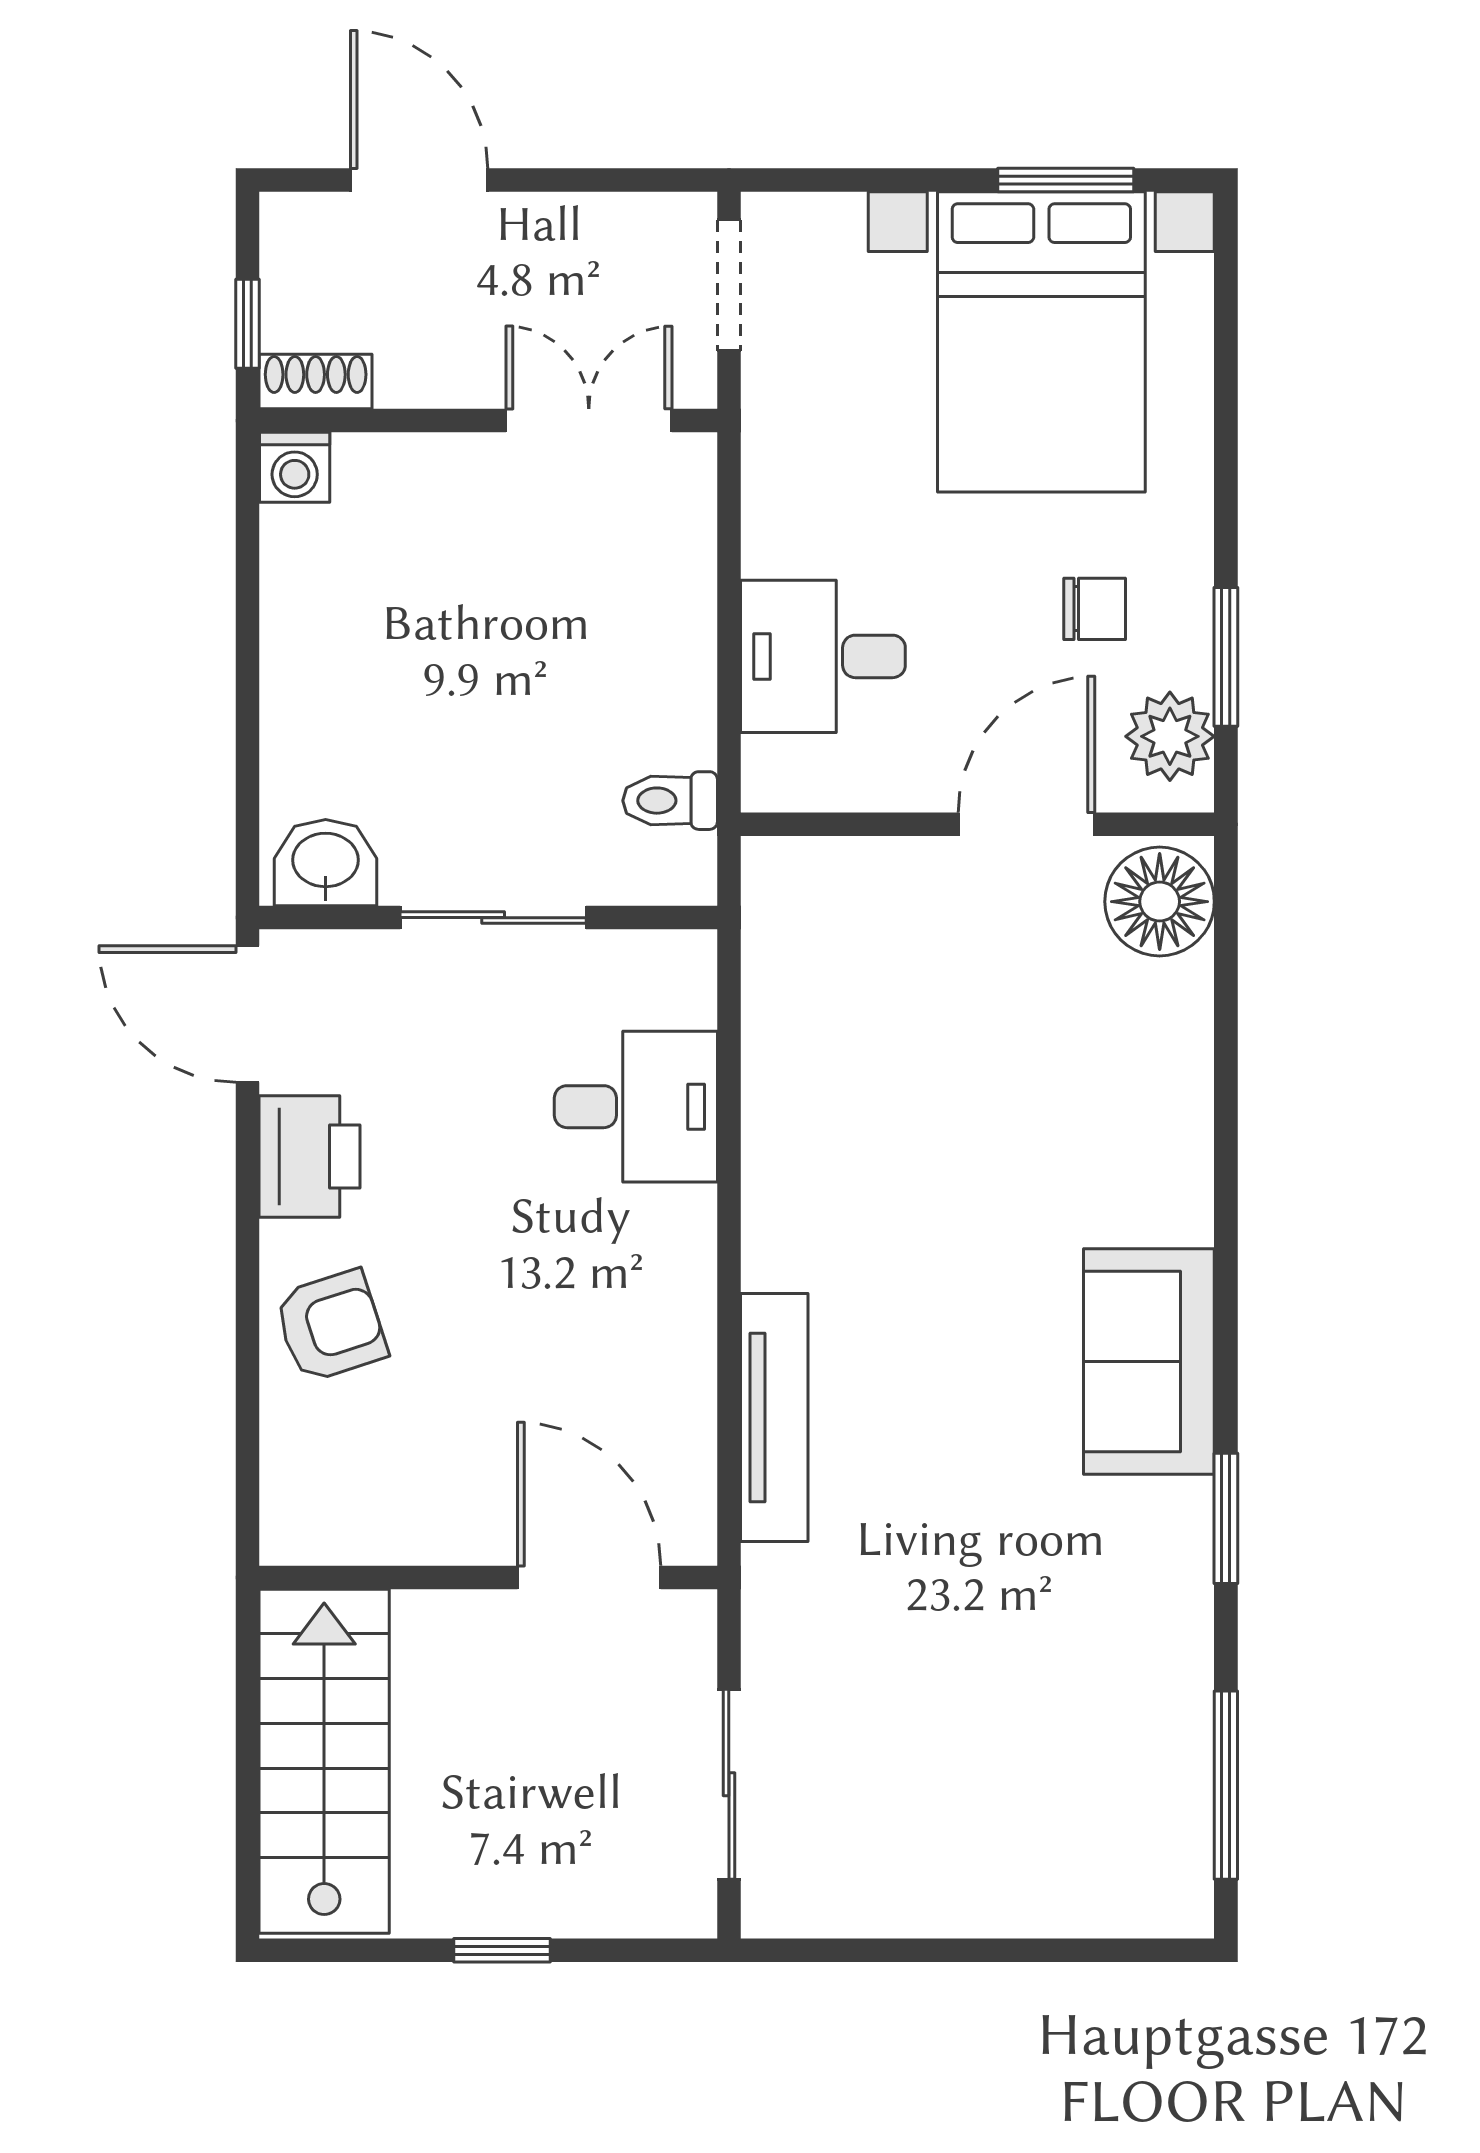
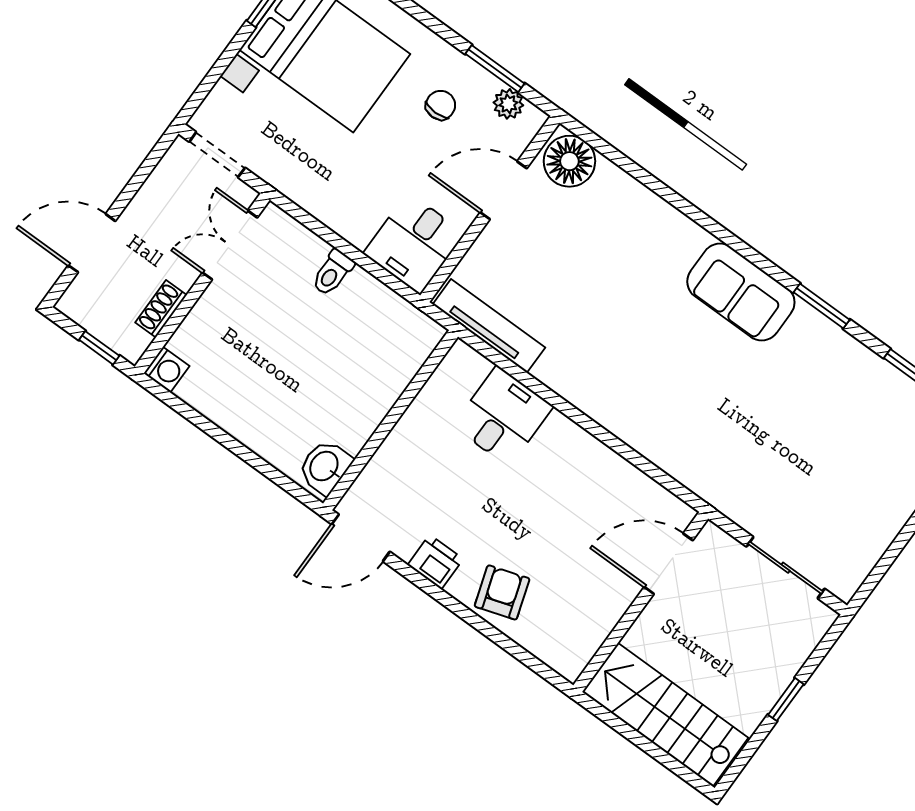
shoe rack: (316, 382) -> (161, 309), moved
desk: (823, 656) -> (414, 243), moved
plant: (1170, 736) -> (508, 104), width x0.73, depth x0.73
toilet: (670, 801) -> (333, 273), moved
door: (1027, 824) -> (504, 190), hinge flipped
sliding door: (493, 918) -> (392, 418), removed
printer: (310, 1157) -> (435, 562), width x0.73, depth x0.81
tv unit: (774, 1418) -> (489, 326), moved

